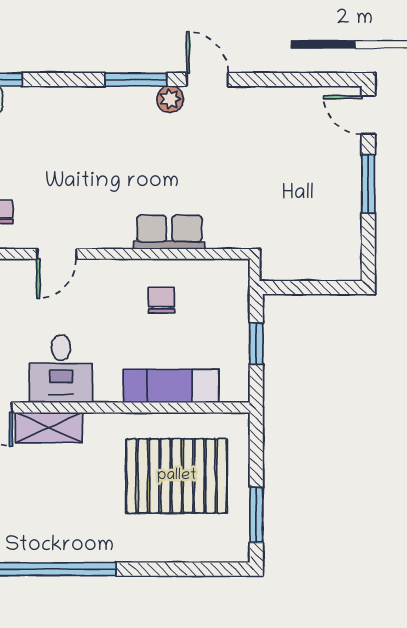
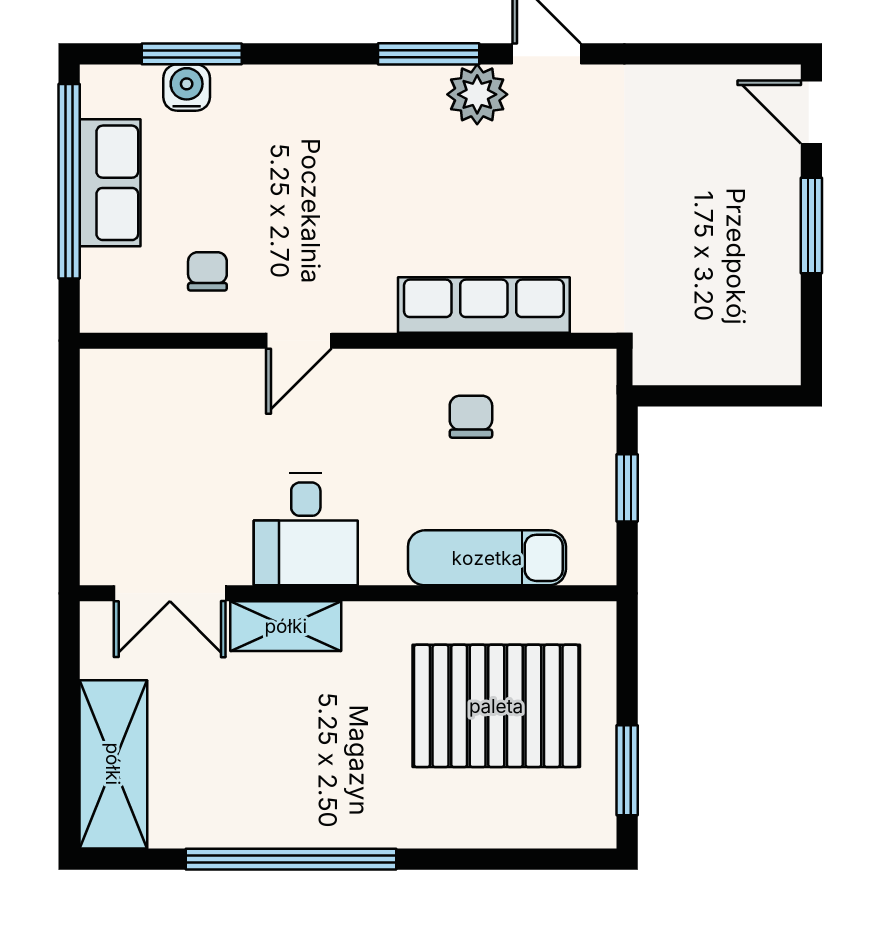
plant: (170, 99) -> (477, 94), width x1.38, depth x1.38
row of seats: (169, 232) -> (484, 305), width x1.48

